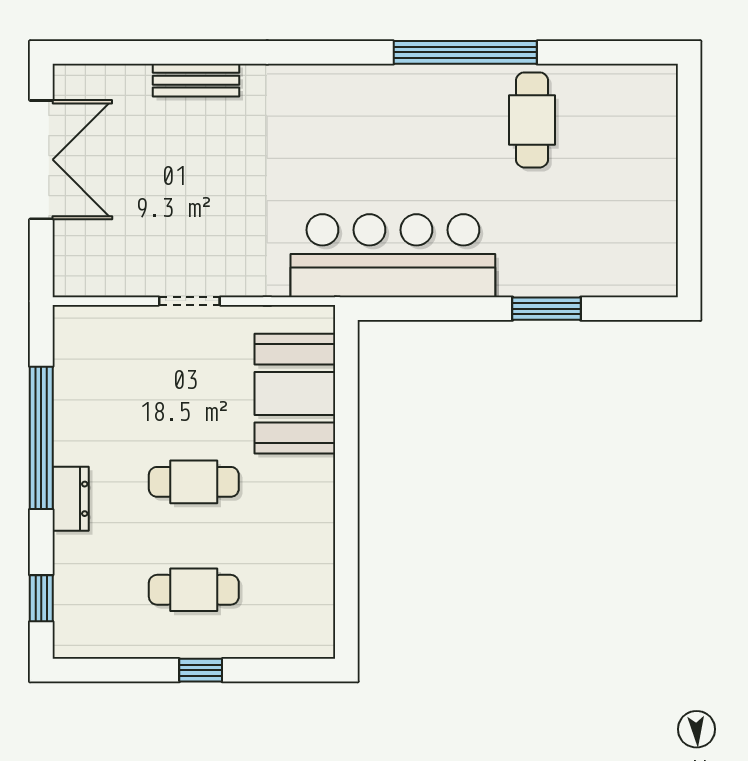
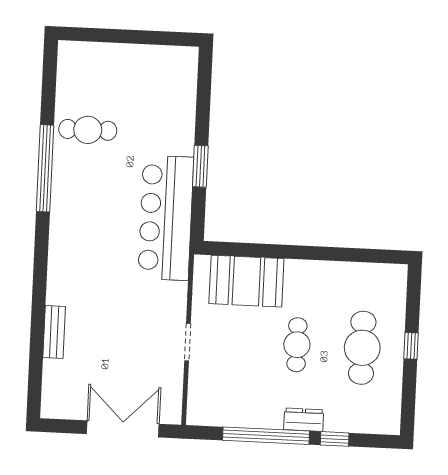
double door: (41, 160) -> (123, 429), moved
window: (547, 309) -> (200, 166), moved
cafe table: (194, 590) -> (362, 348), width x1.37, depth x1.35
window: (41, 598) -> (335, 439), moved

